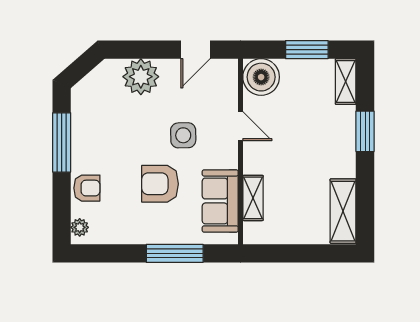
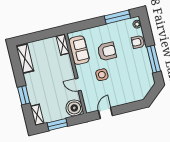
plant: (141, 77) -> (126, 96), removed
shelving: (253, 198) -> (63, 45), moved
window: (175, 253) -> (117, 17), moved

